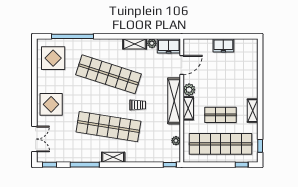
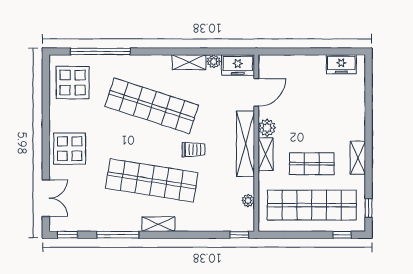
freezer: (223, 45) -> (341, 64), moved

